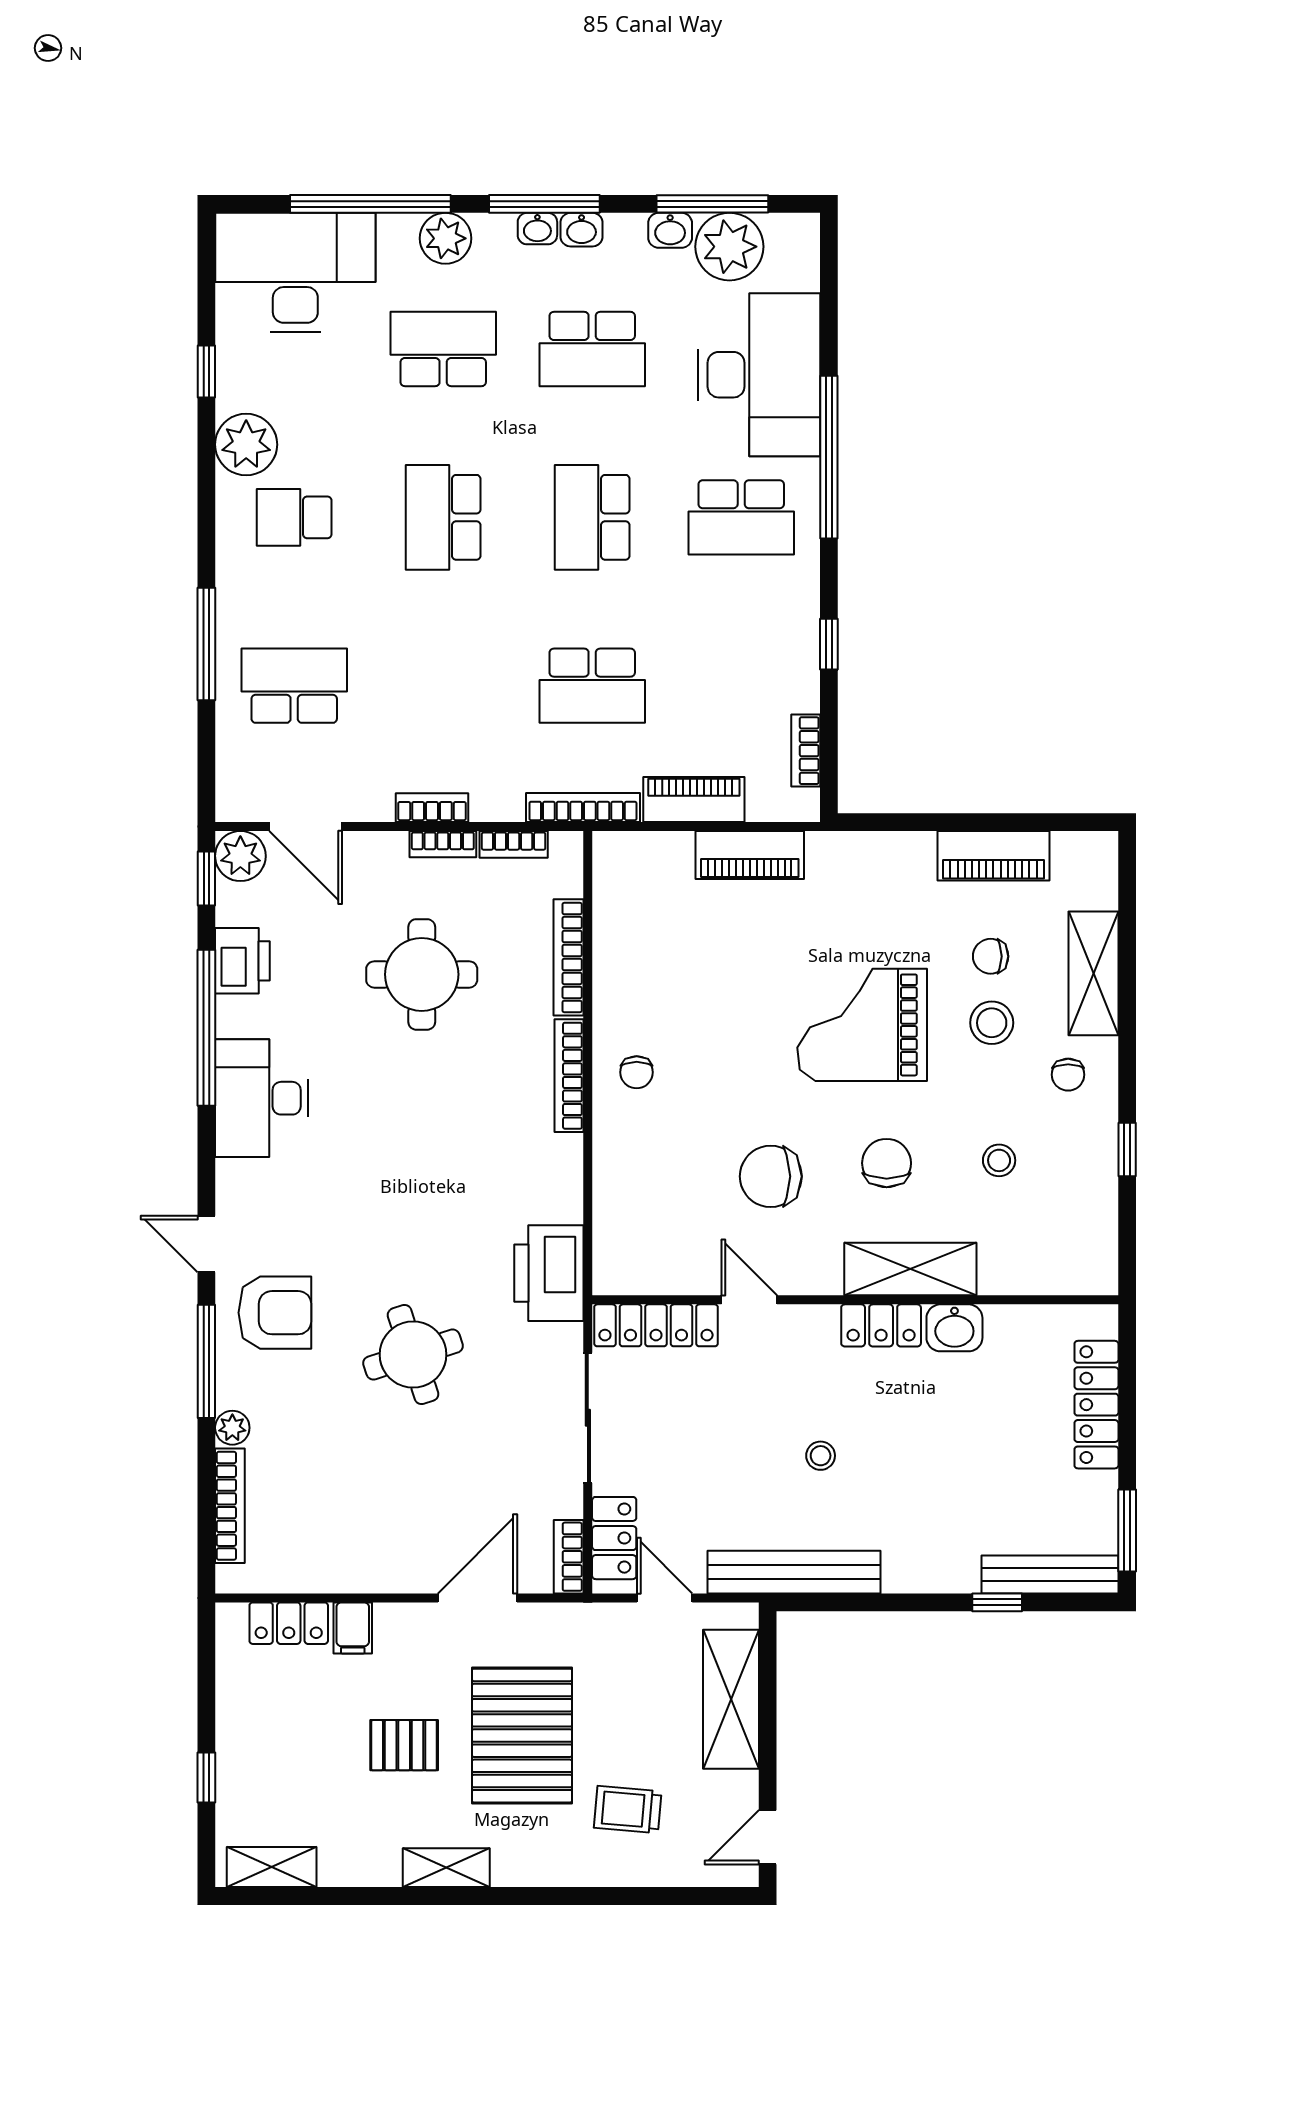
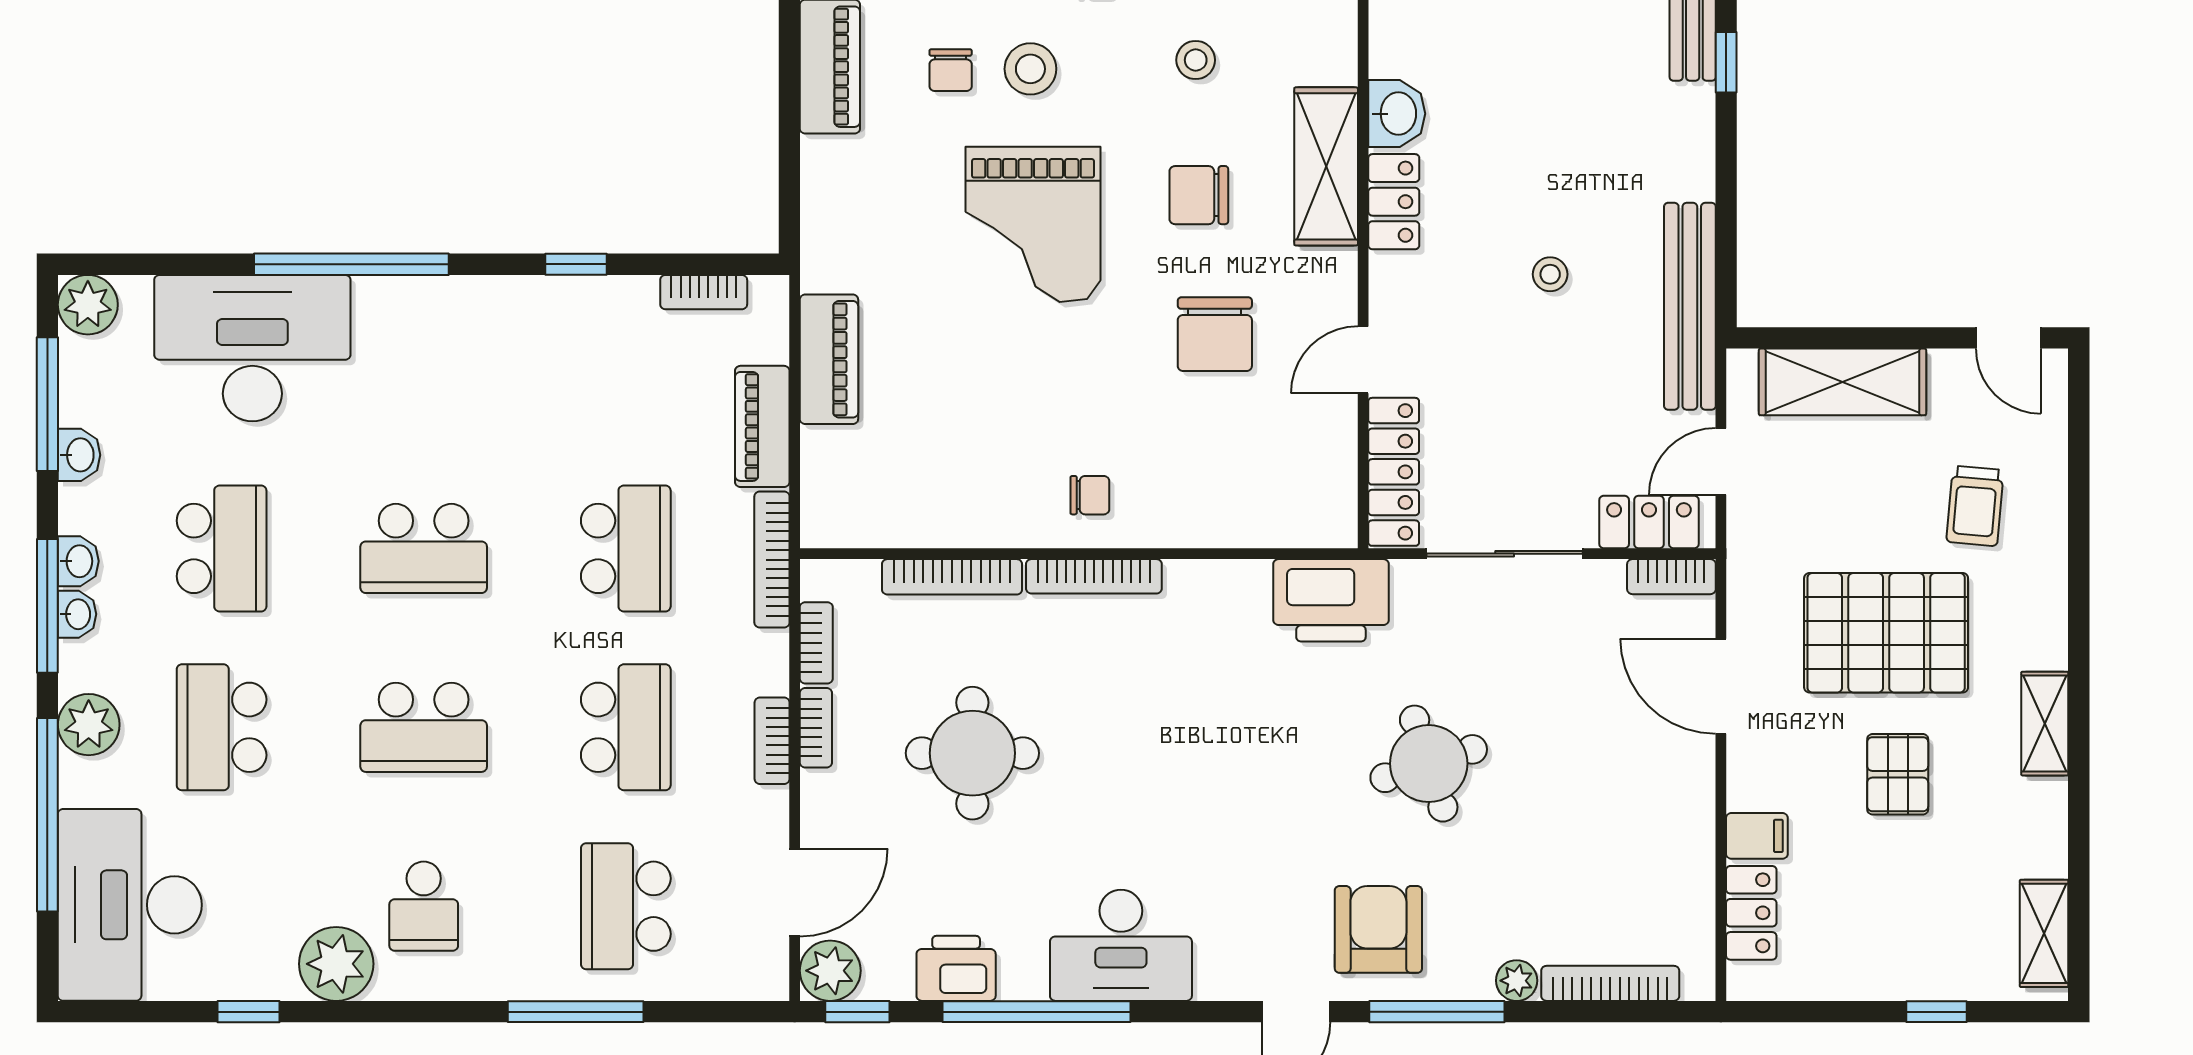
plant: (729, 247) -> (88, 305), moved, width x0.73, depth x0.73
school desk: (741, 517) -> (626, 727), moved

